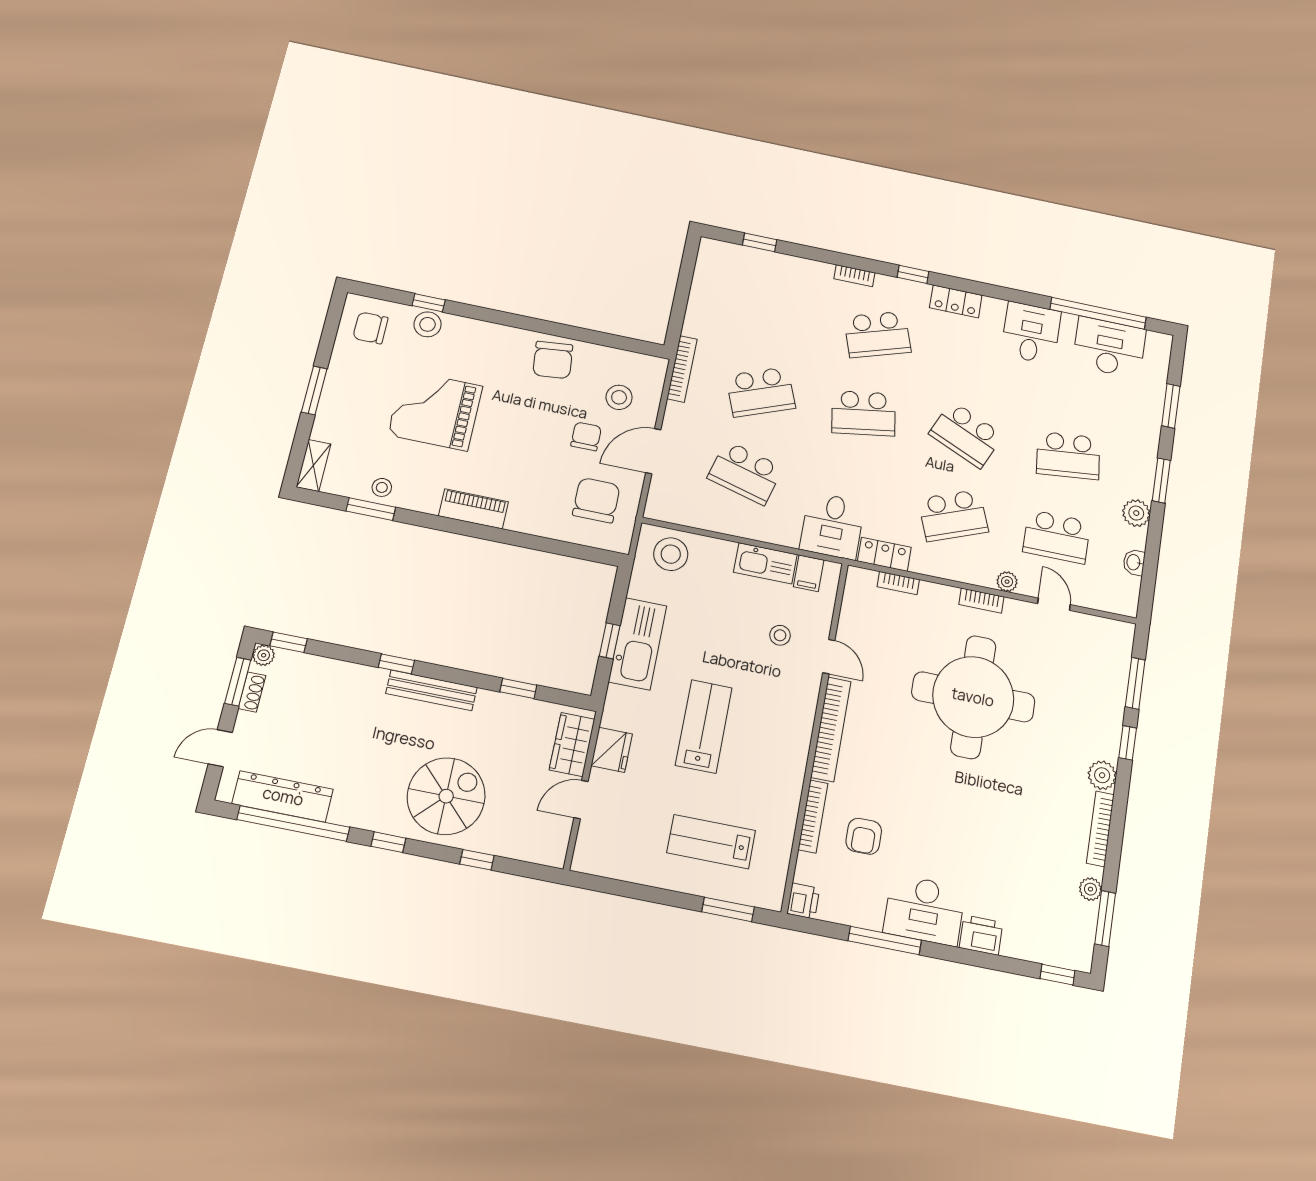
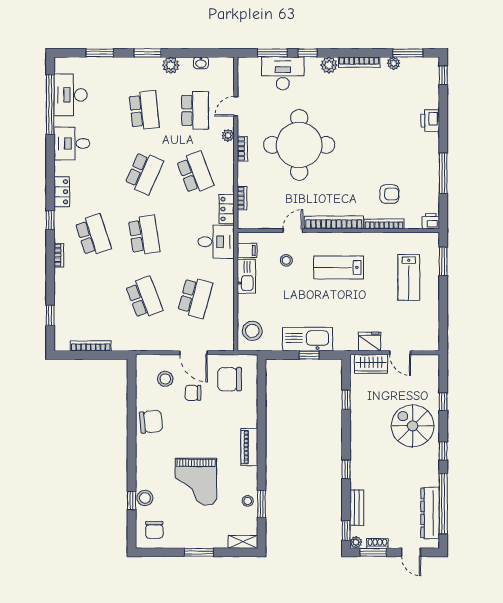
bookcase: (682, 369) -> (91, 346), moved
bench: (431, 690) -> (357, 508), moved, width x0.73
lab bench: (704, 726) -> (339, 267), moved
desk: (924, 910) -> (283, 73), moved, turned -90

